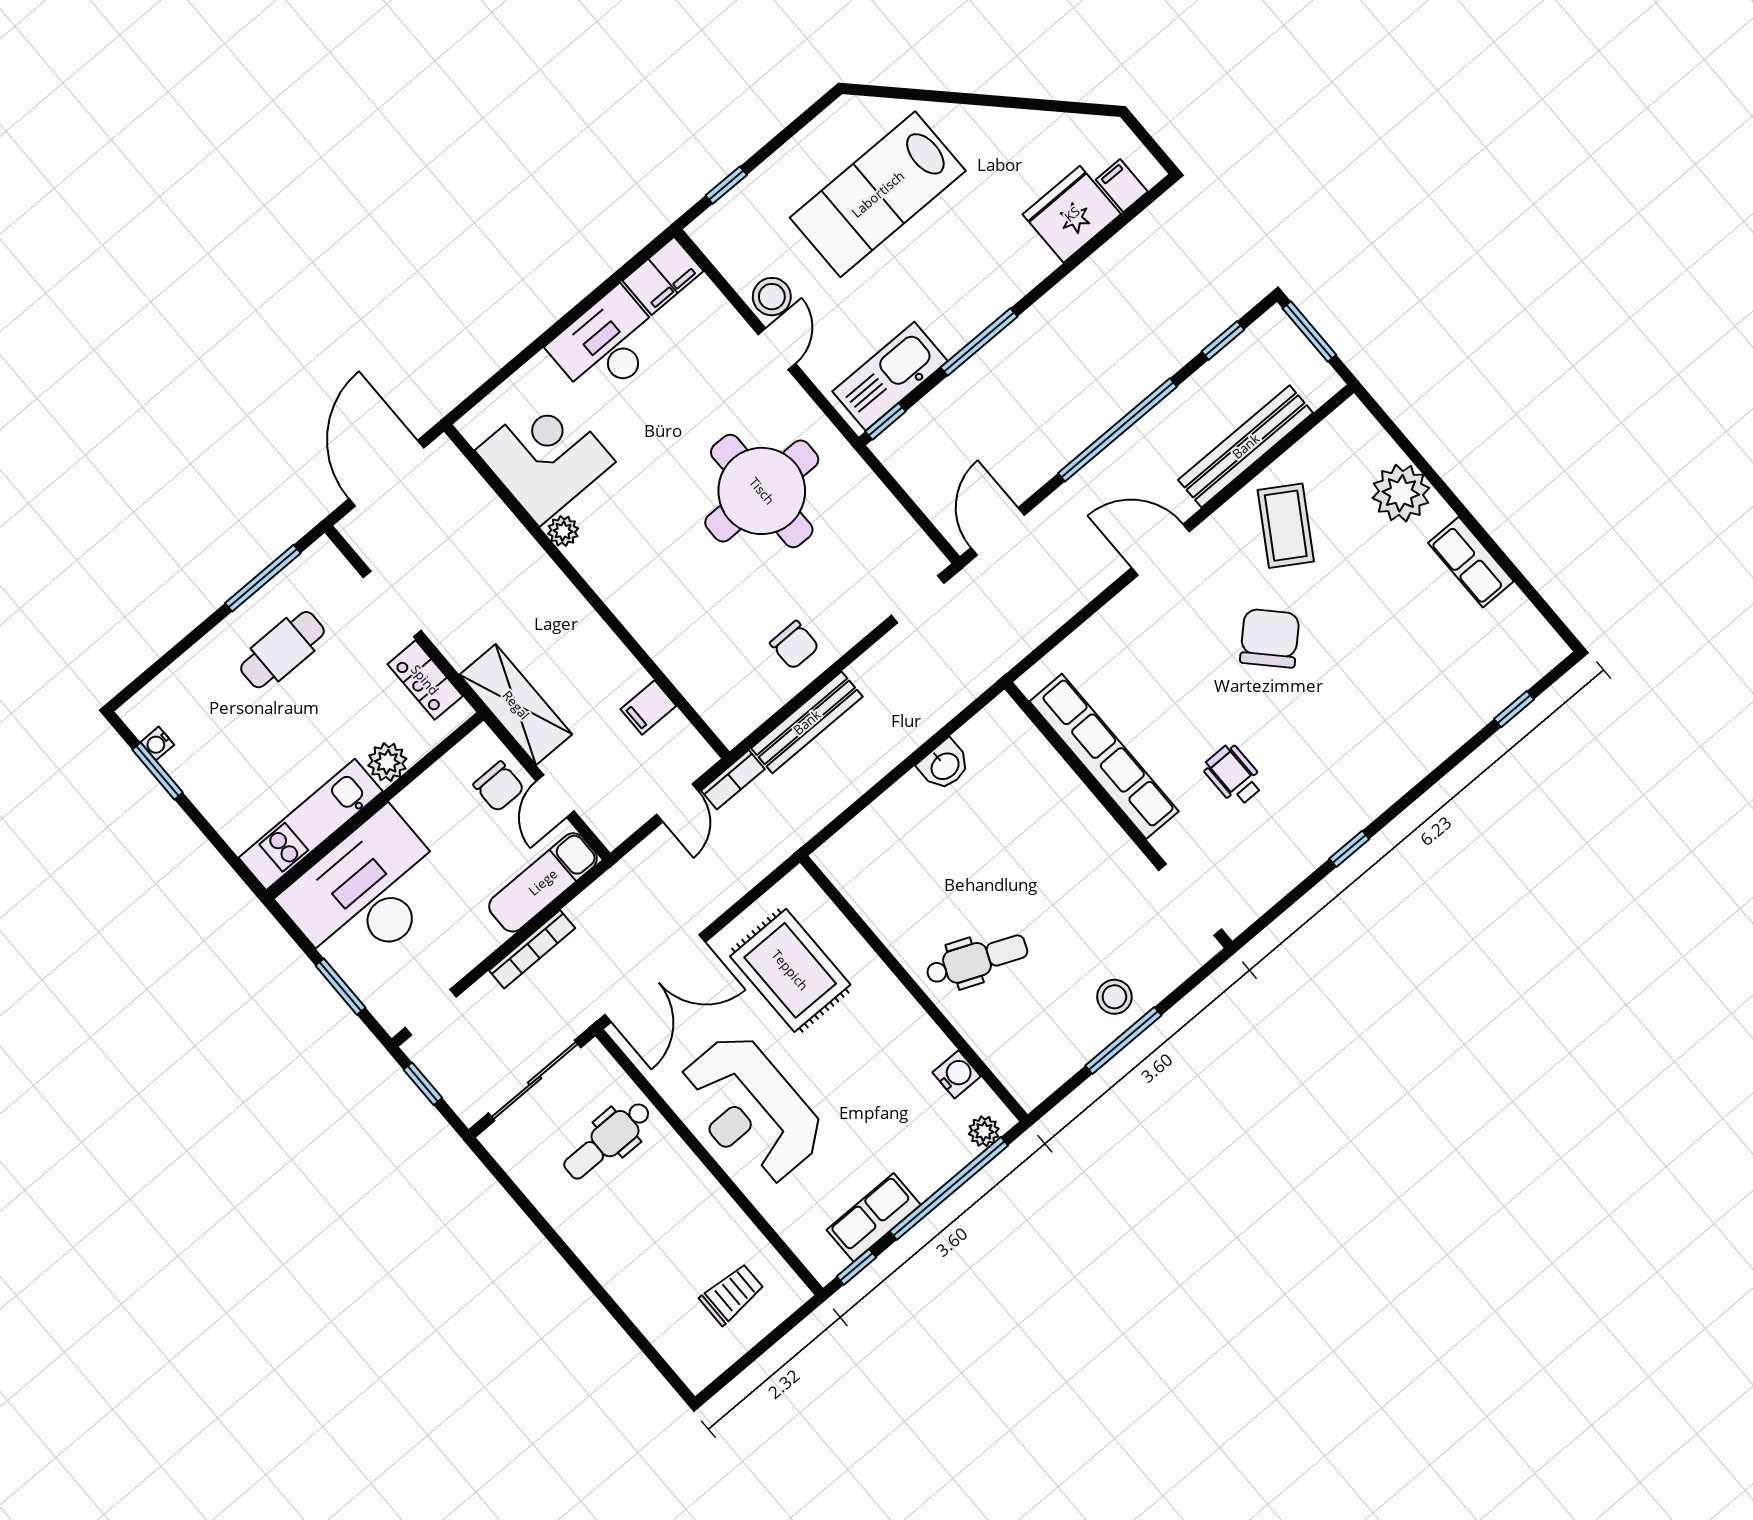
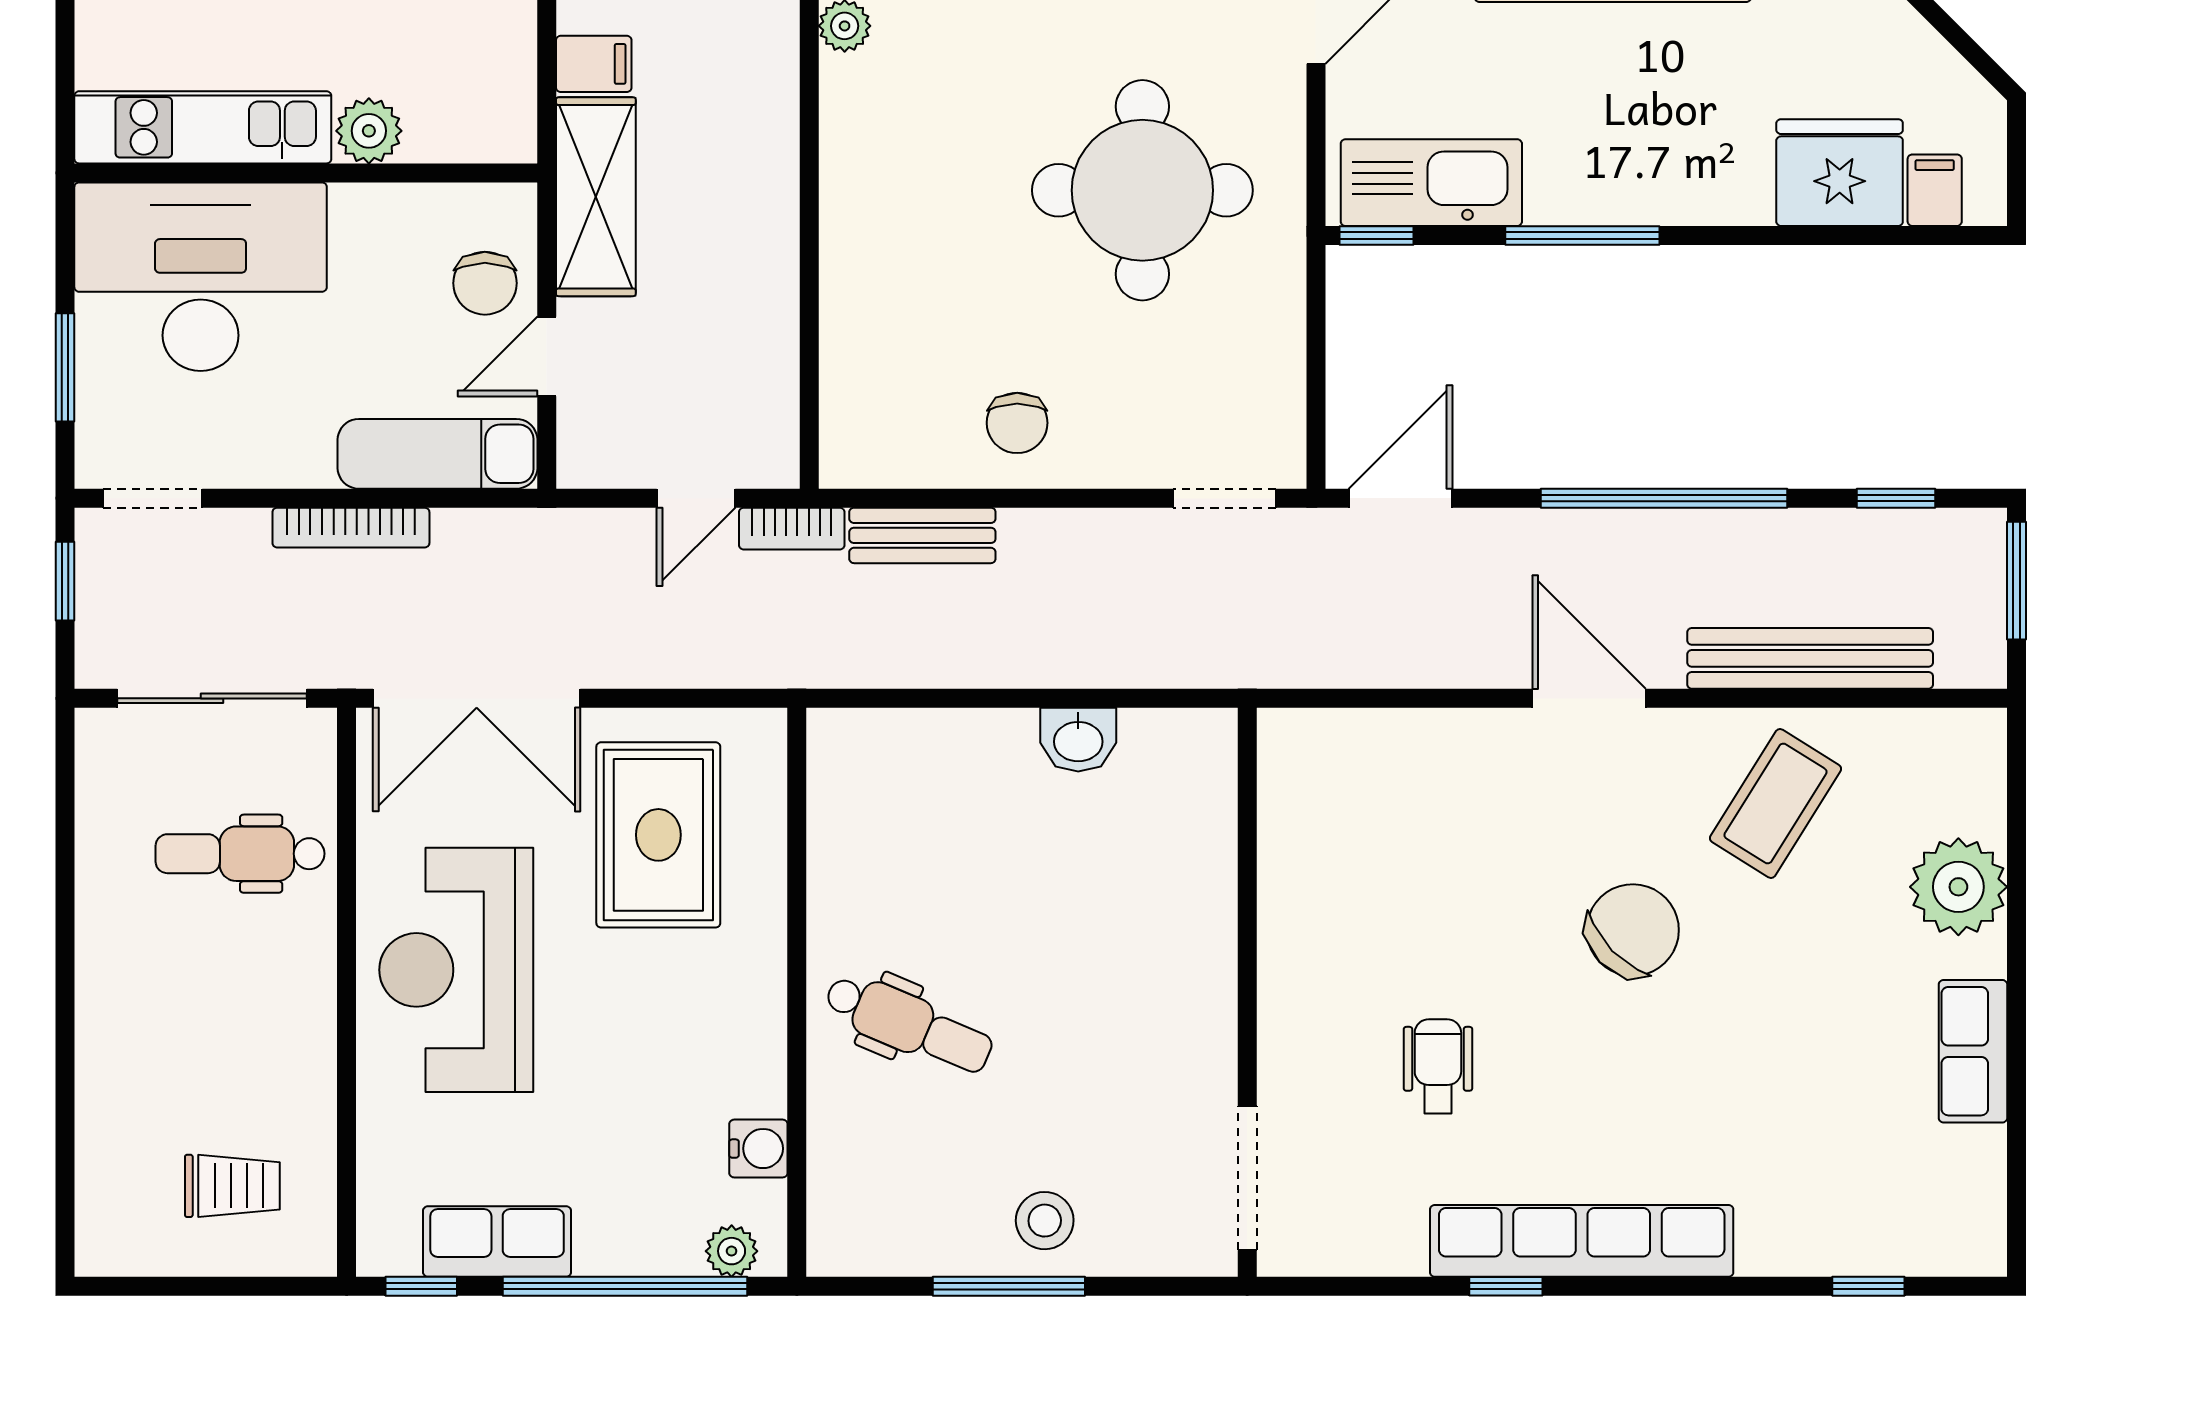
locker: (425, 680) -> (506, 67), removed
filing cabinet: (648, 707) -> (594, 64), moved, turned 180
bench: (807, 722) -> (922, 535), width x0.73
row of seats: (1104, 756) -> (1582, 1241), moved, turned -90

